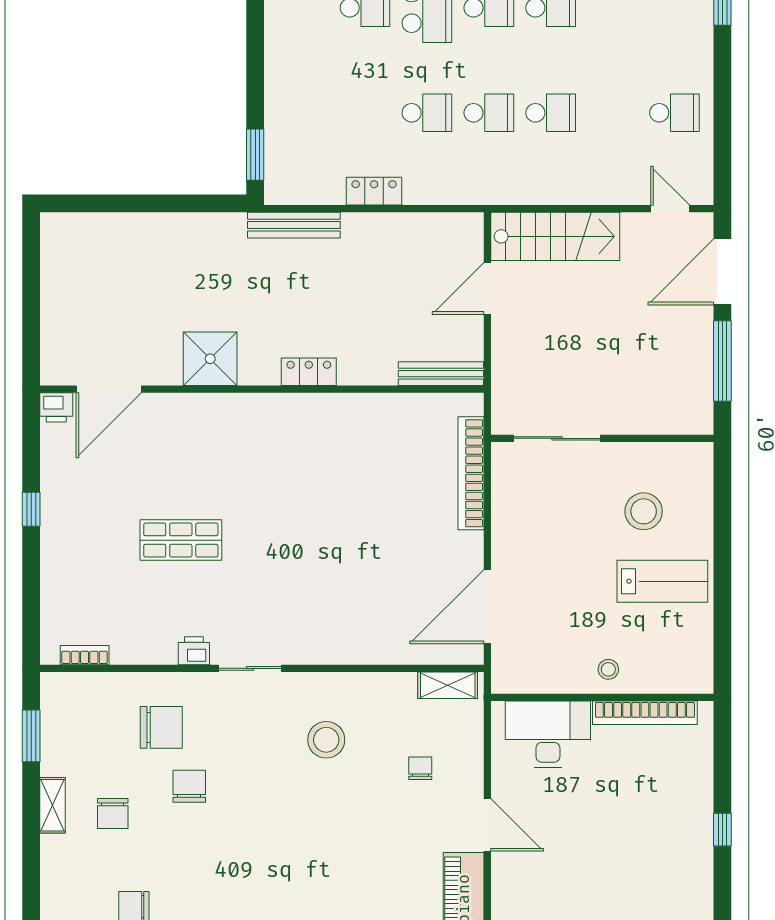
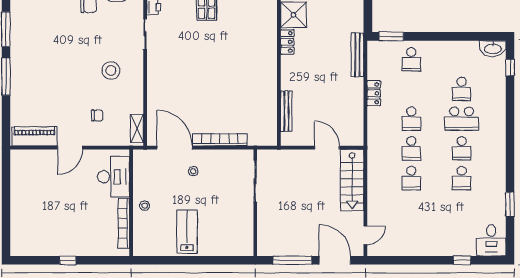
school desk: (675, 113) -> (411, 59), moved
locker: (309, 372) -> (287, 42), moved
bench: (441, 374) -> (286, 111), moved
bookcase: (471, 473) -> (220, 140), moved
stool: (644, 511) -> (193, 171), moved, width x0.53, depth x0.53
lab bench: (662, 581) -> (187, 232), turned 180

